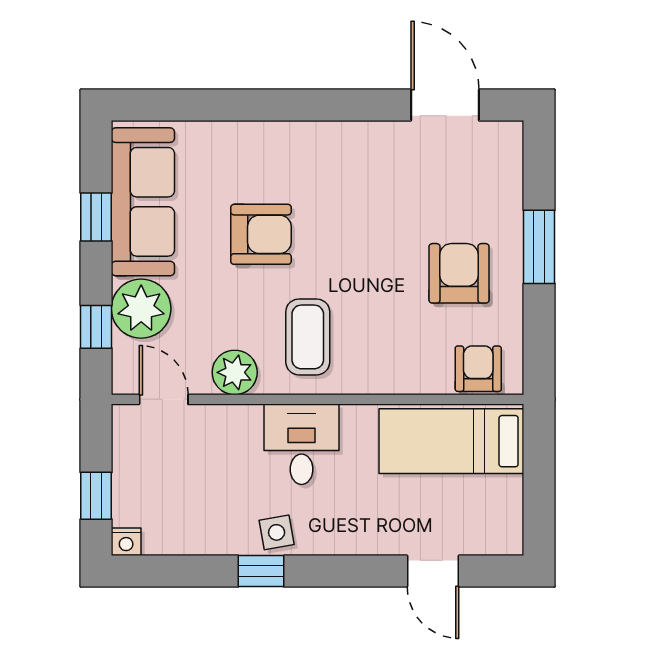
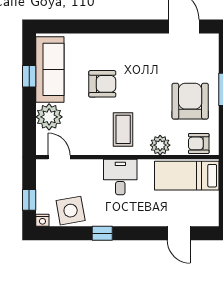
armchair: (459, 273) -> (190, 101), width x1.36, depth x1.36
window: (96, 327) -> (29, 125), removed
armchair: (478, 369) -> (199, 143), turned -90
plant: (235, 372) -> (160, 145), moved
side table: (277, 532) -> (71, 211), moved, width x1.87, depth x1.87

